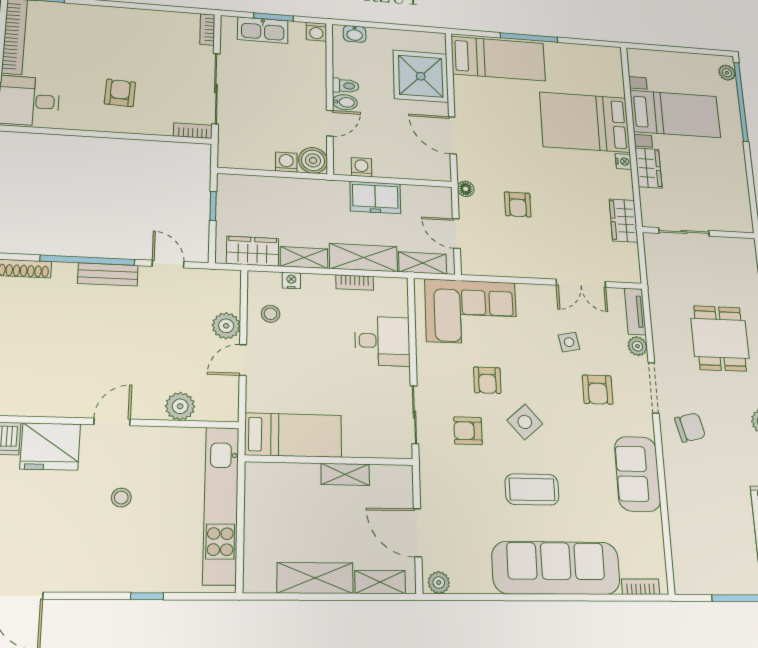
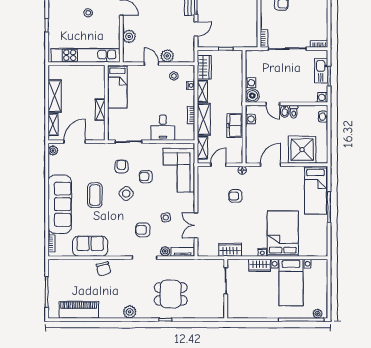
chair: (690, 427) -> (104, 269), moved
sofa: (638, 474) -> (90, 246), moved

